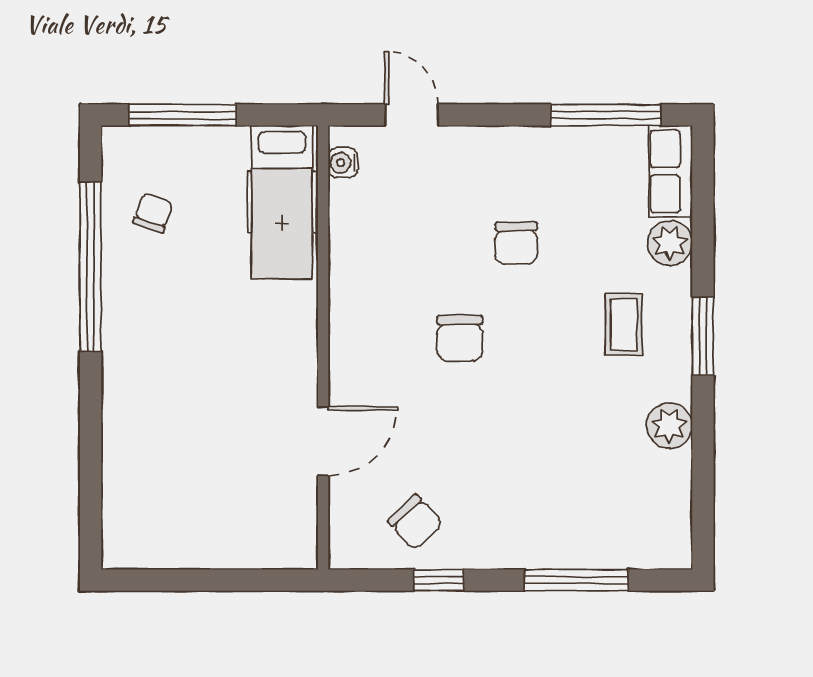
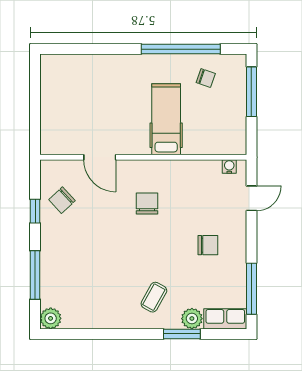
hospital bed: (282, 202) -> (166, 119), moved, turned 90
chair: (516, 243) -> (208, 245), moved, turned 180
coffee table: (624, 325) -> (154, 297), turned -61
window: (703, 336) -> (182, 334), moved
chair: (460, 338) -> (147, 203), moved, turned 90
plant: (669, 426) -> (51, 318), moved

